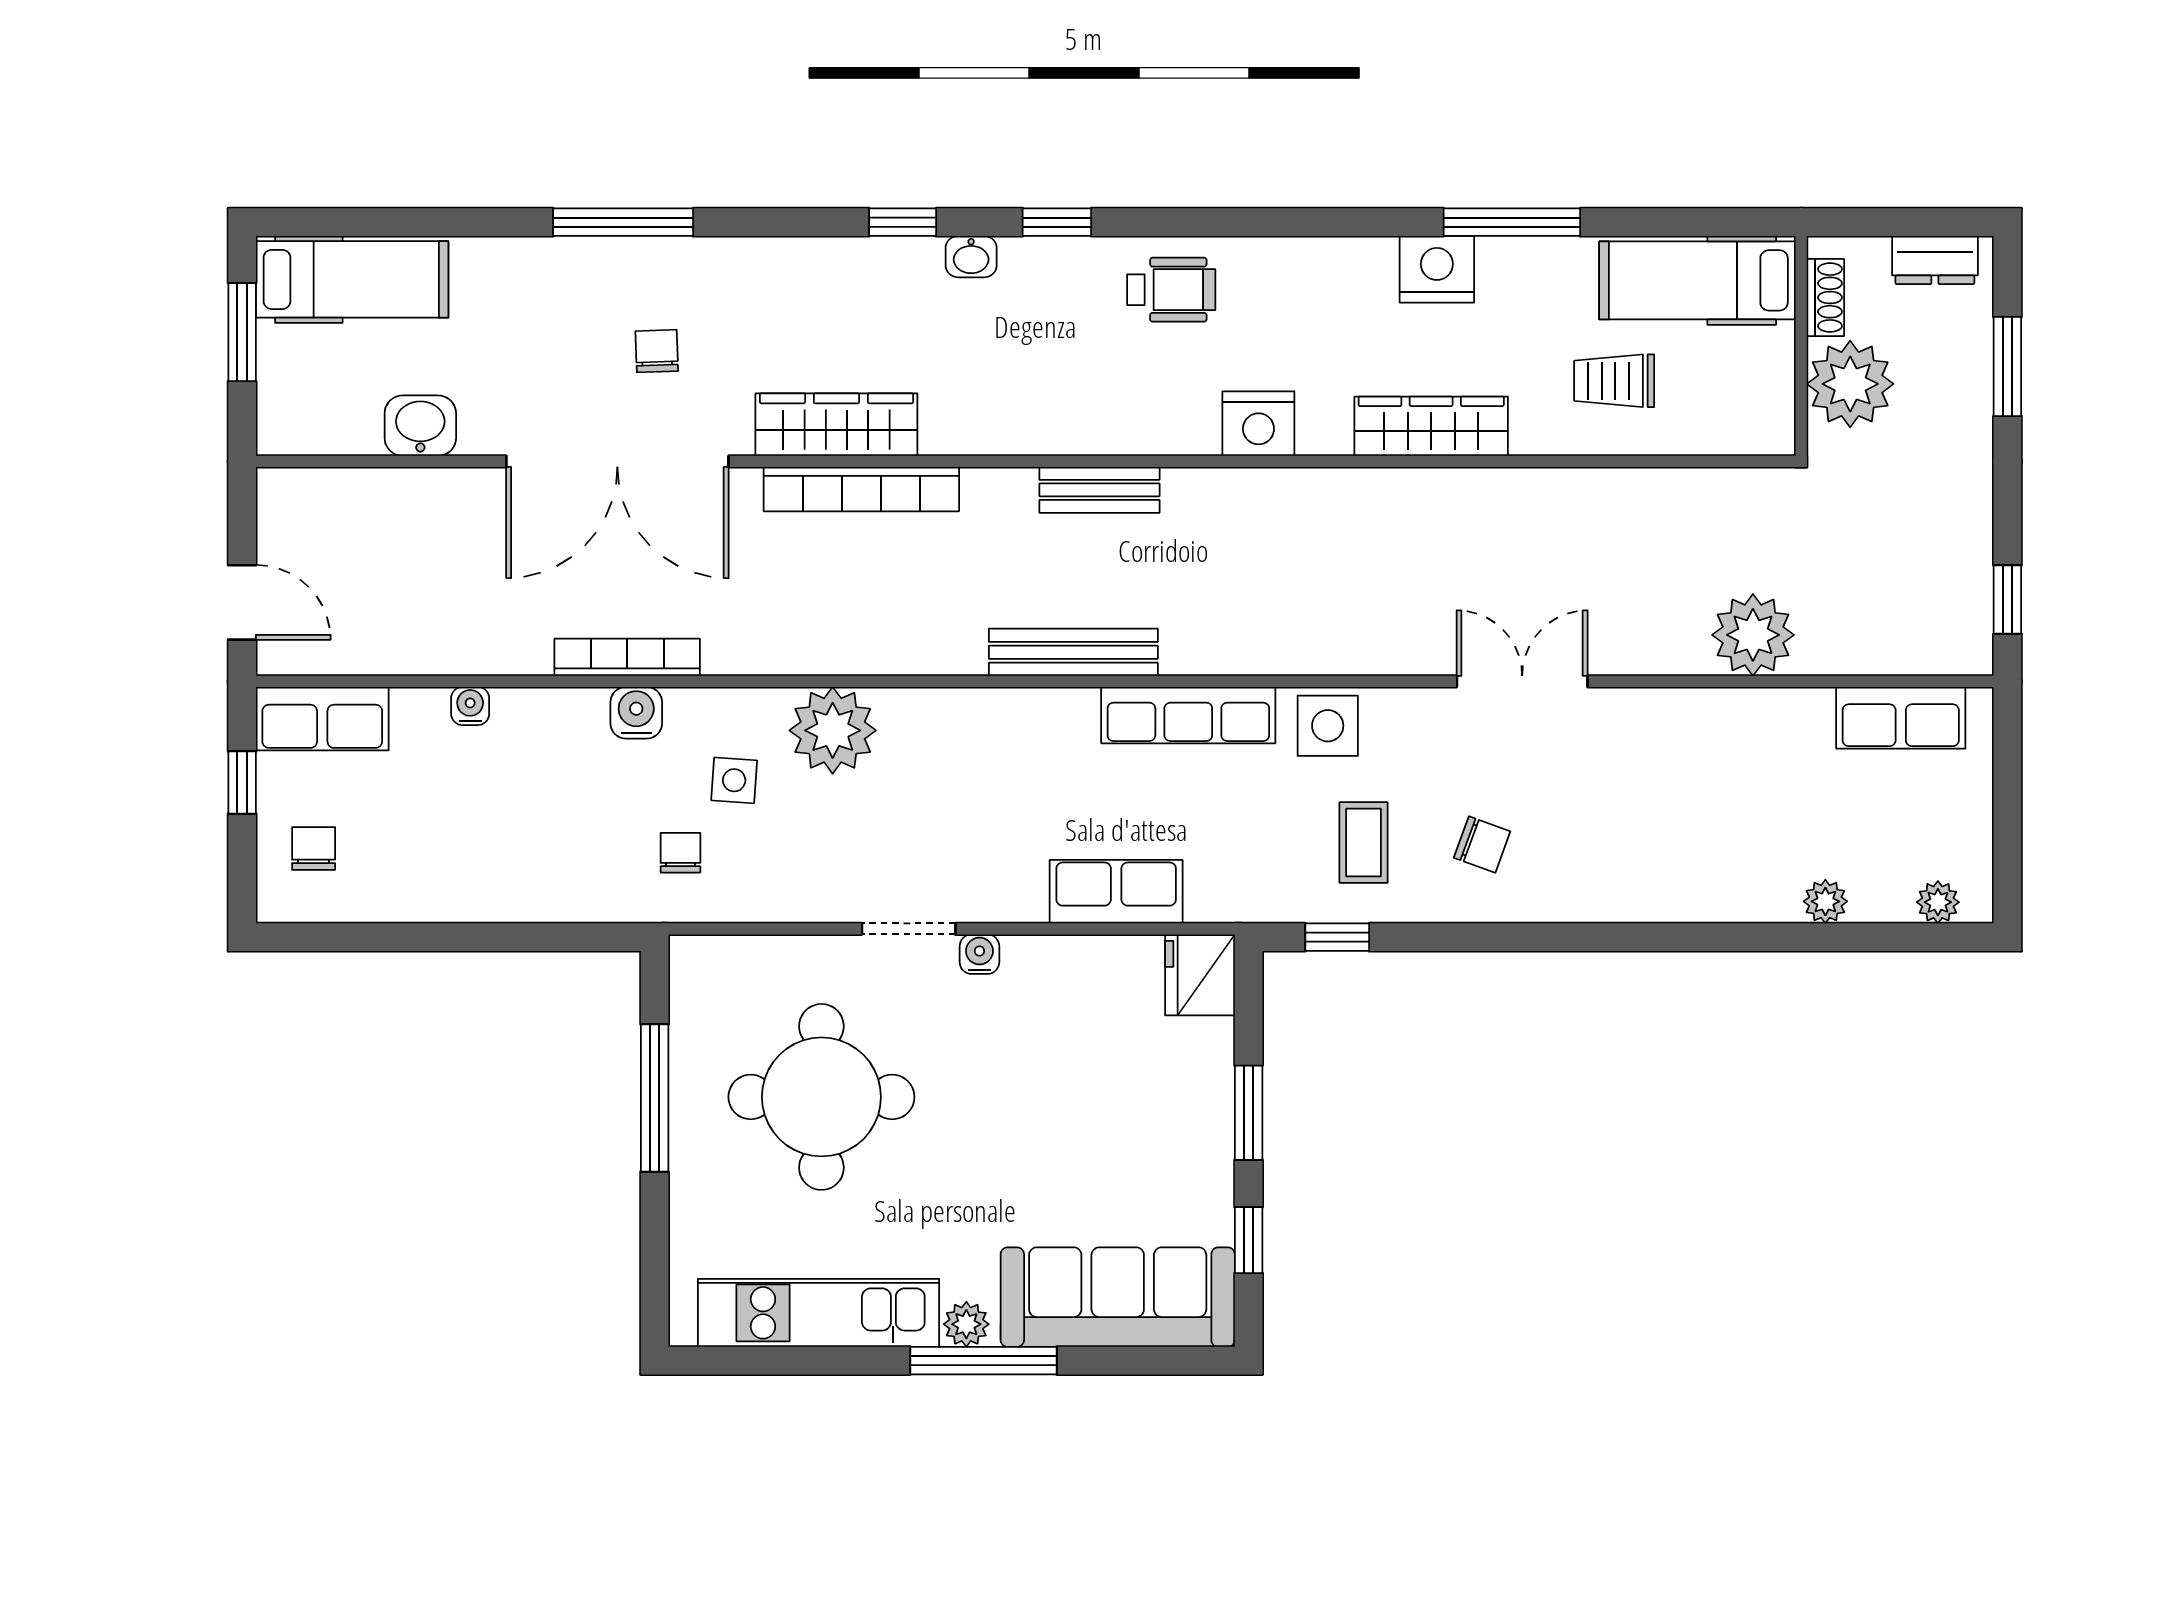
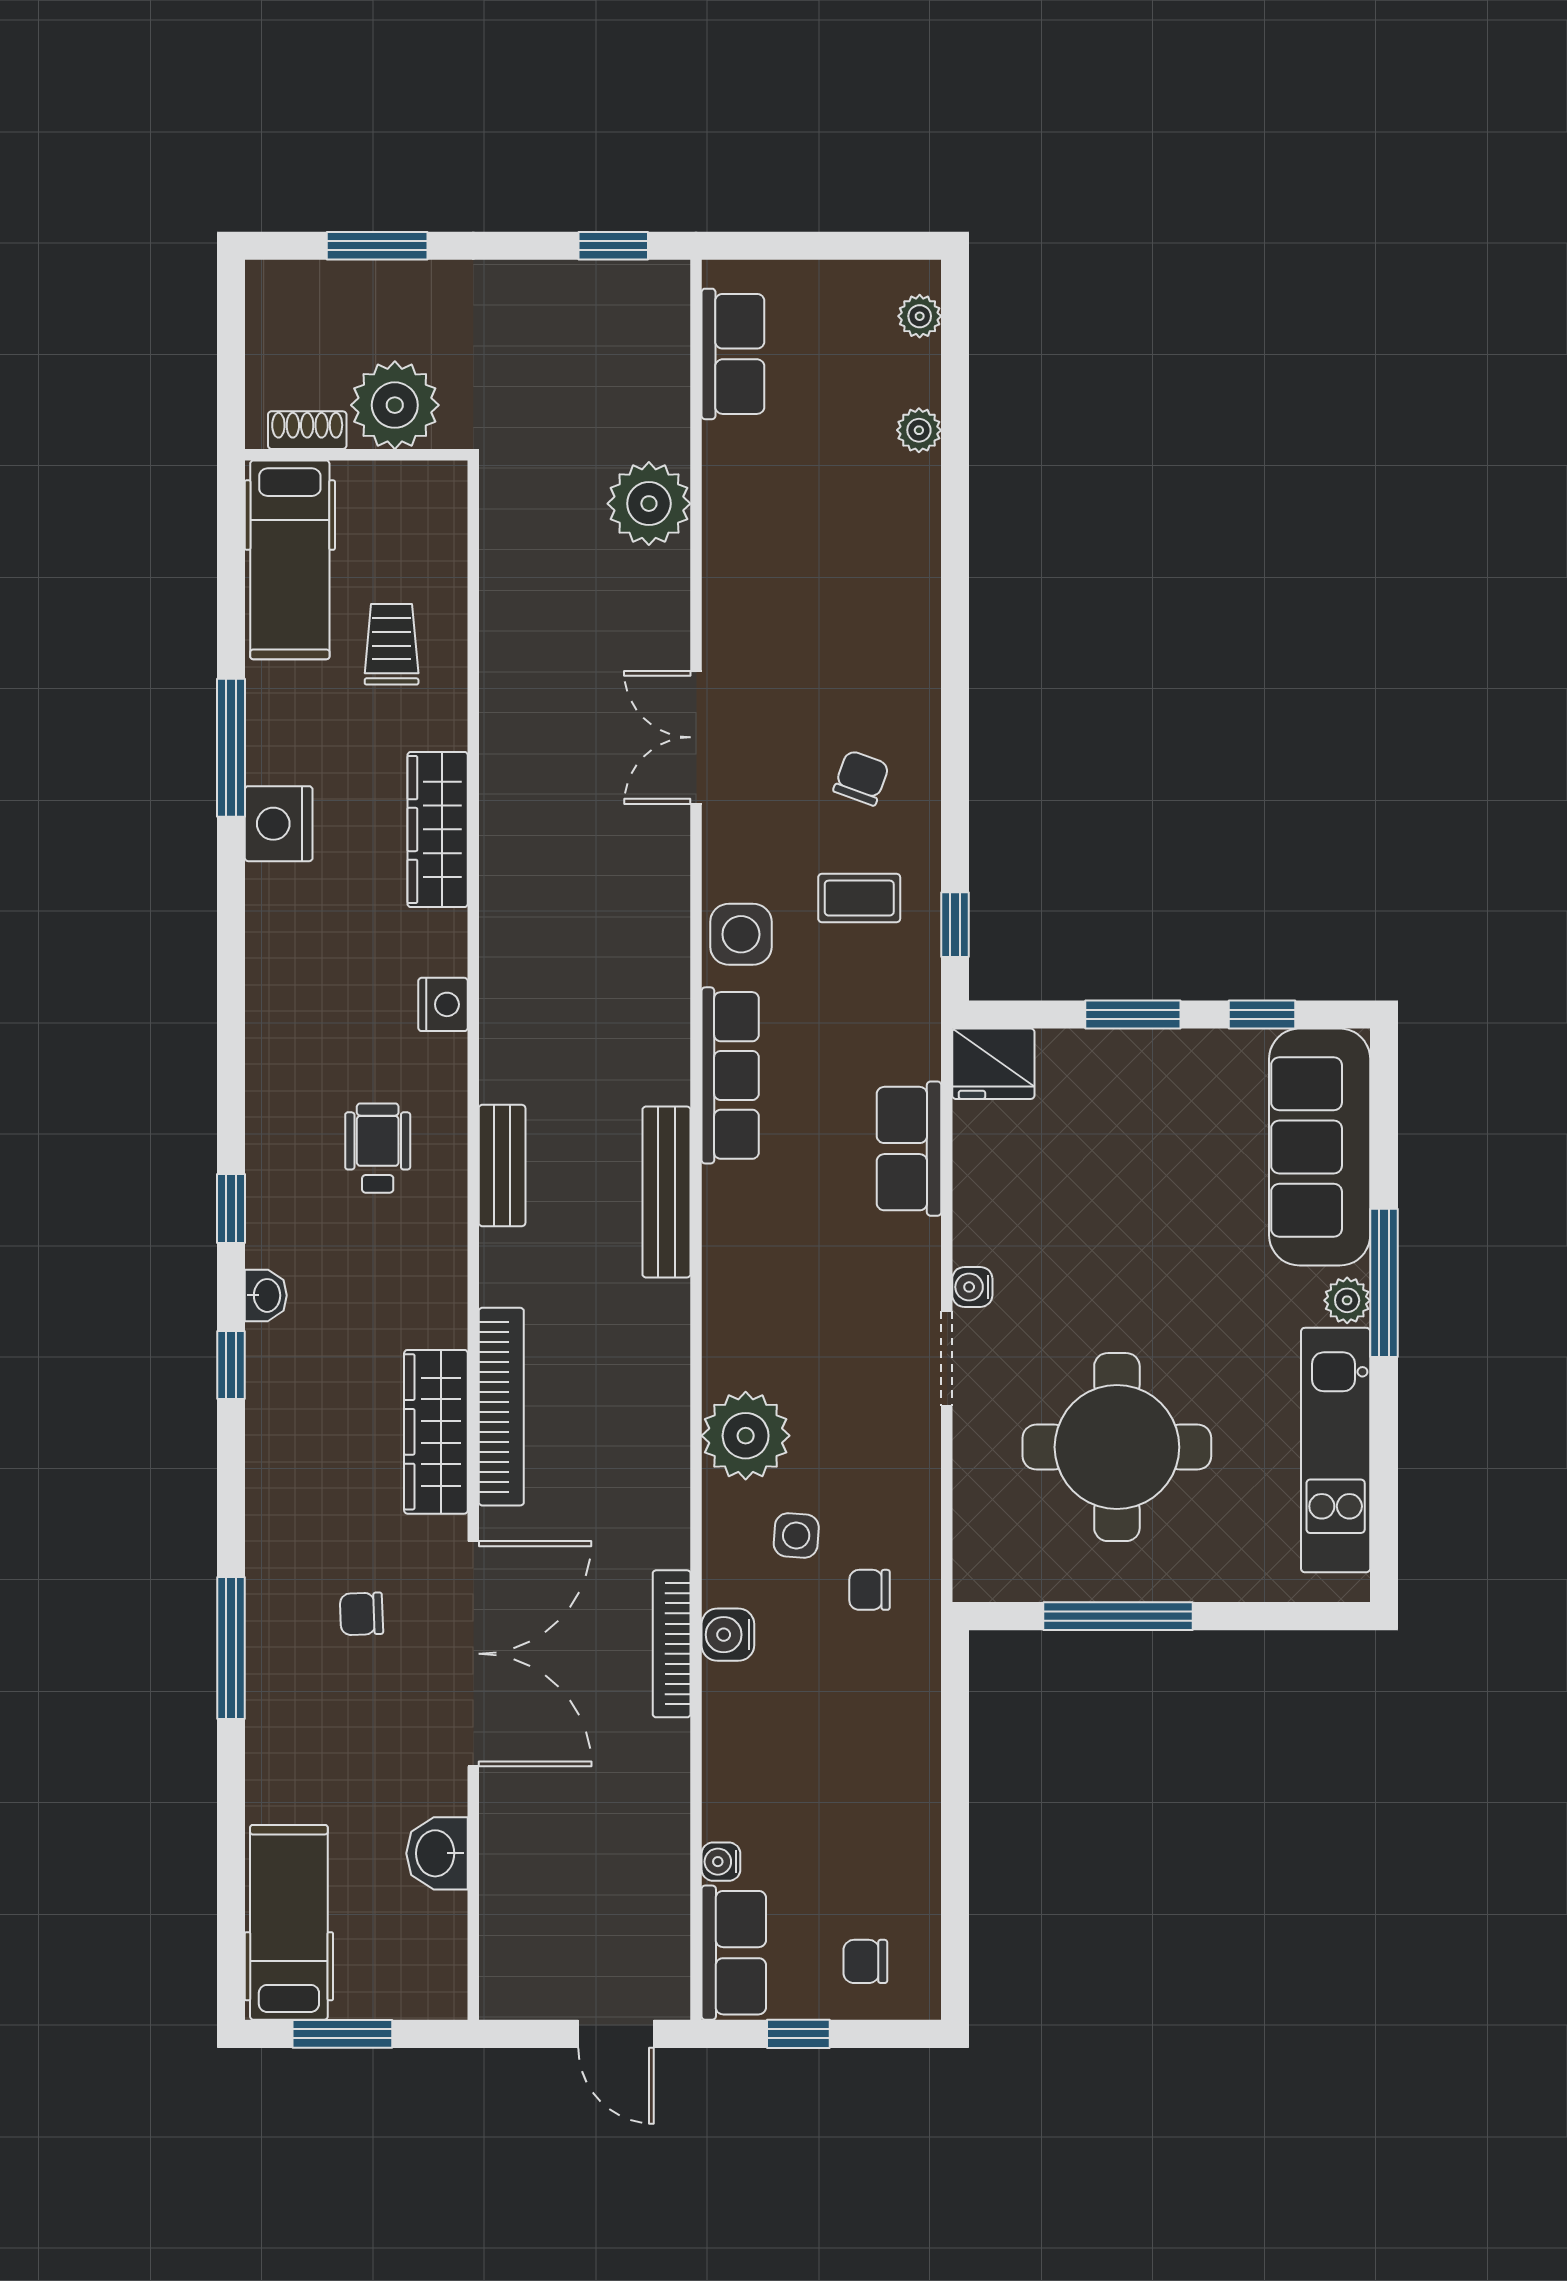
dresser: (1935, 260) -> (269, 319), removed
wheelchair: (1171, 290) -> (378, 1148), moved
trolley: (1614, 381) -> (392, 644), turned 180
nightstand: (1258, 424) -> (443, 1004), width x0.74, depth x0.75
door: (242, 602) -> (616, 2034), swing flipped
water cooler: (470, 706) -> (721, 1862), moved

